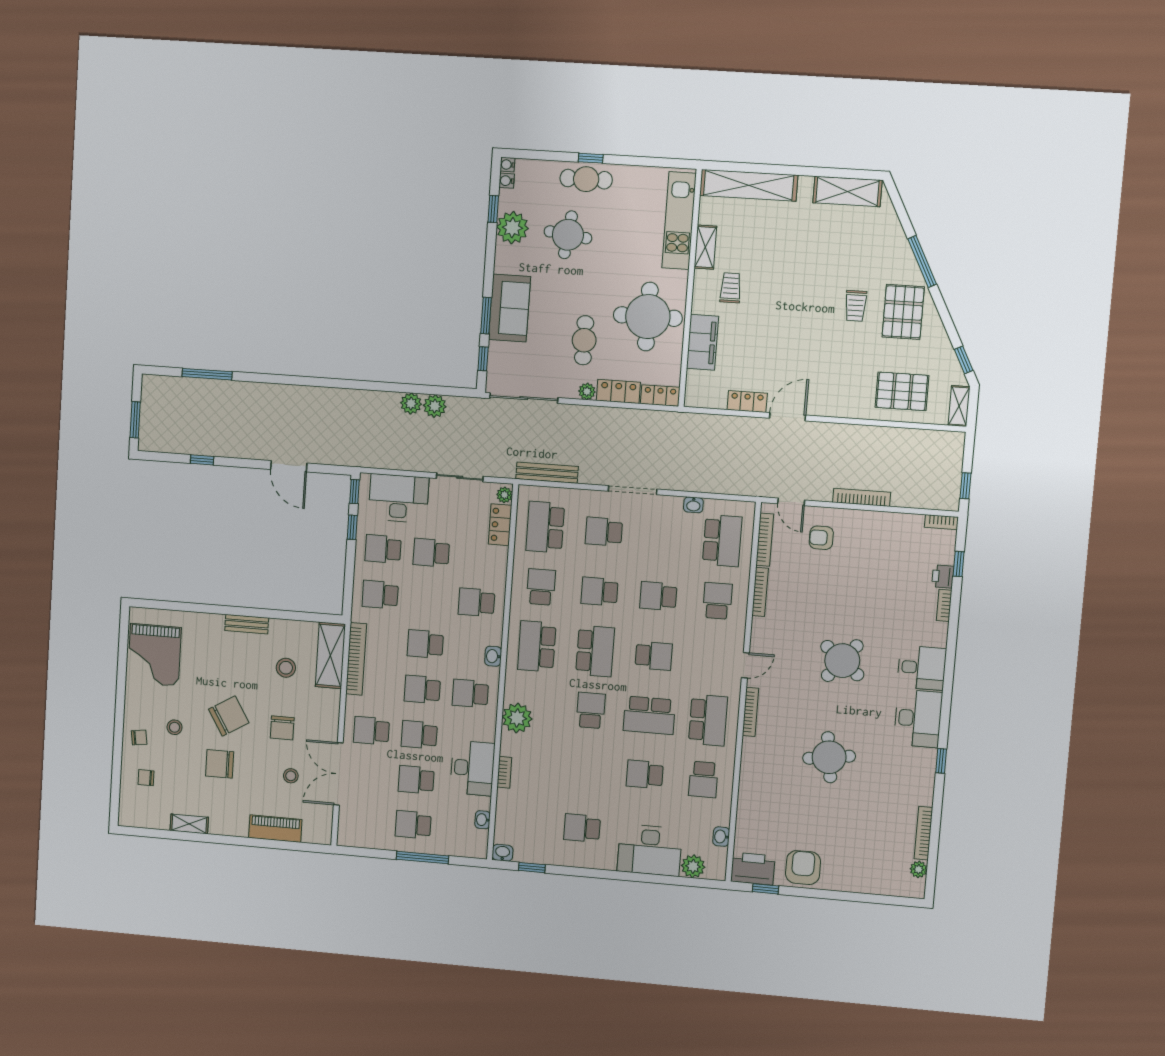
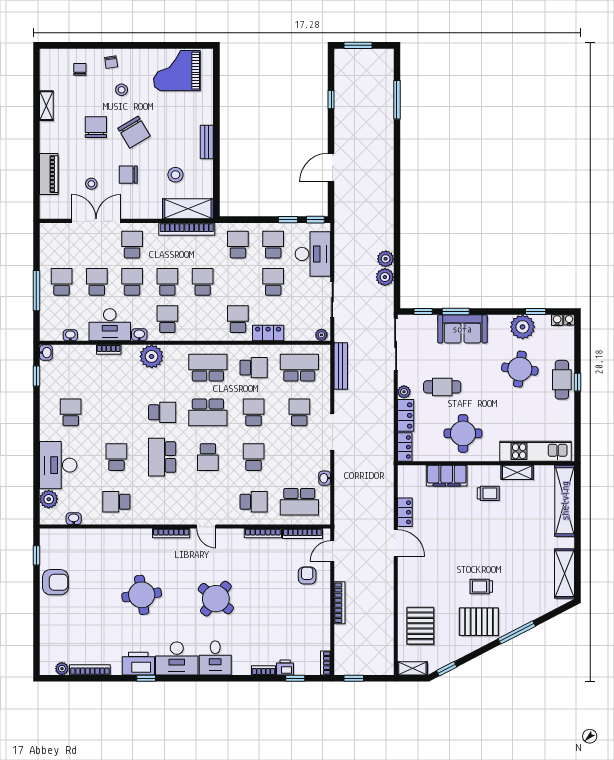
round table: (648, 317) -> (463, 433), width x0.73, depth x0.73
locker: (500, 525) -> (268, 333), moved
washbasin: (493, 656) -> (139, 335), moved
school desk: (708, 720) -> (162, 502), removed
printer: (753, 869) -> (138, 664), moved, turned -90

